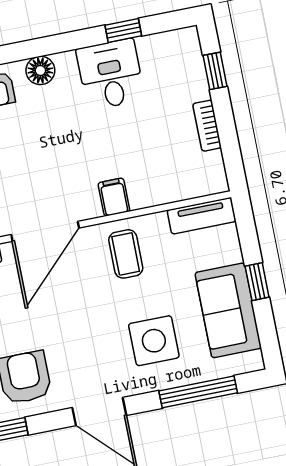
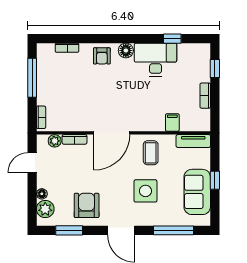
desk: (110, 74) -> (156, 60), width x1.37
filing cabinet: (114, 197) -> (172, 123), moved
side table: (154, 341) -> (145, 191), moved

